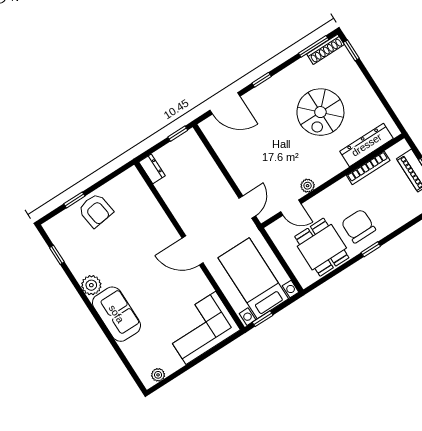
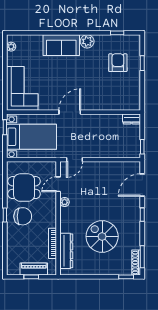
door: (247, 207) -> (75, 160), hinge flipped
armchair: (96, 210) -> (118, 63), moved, turned 98

